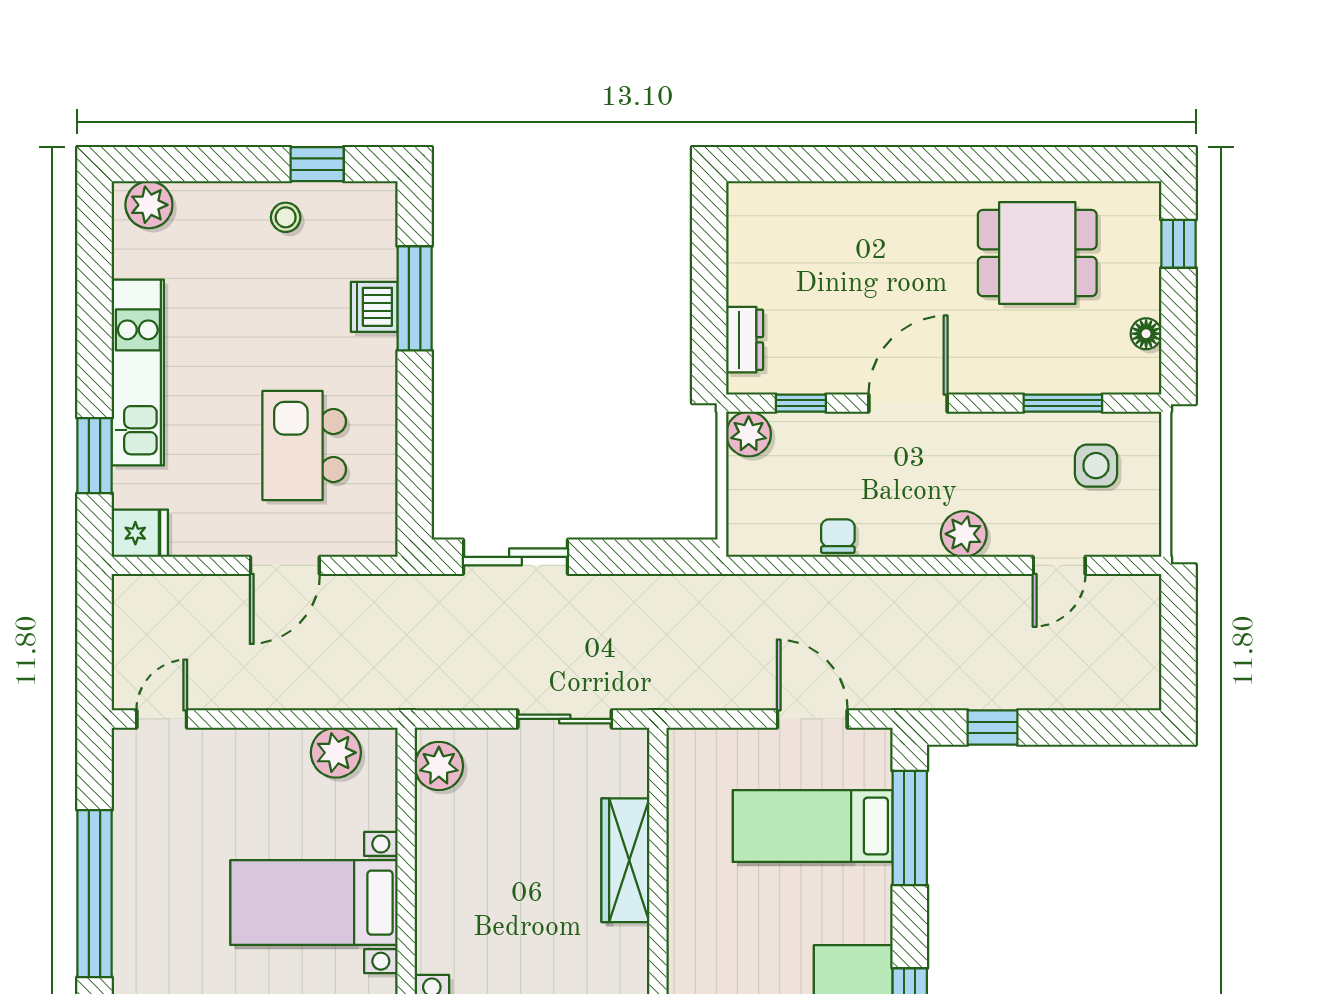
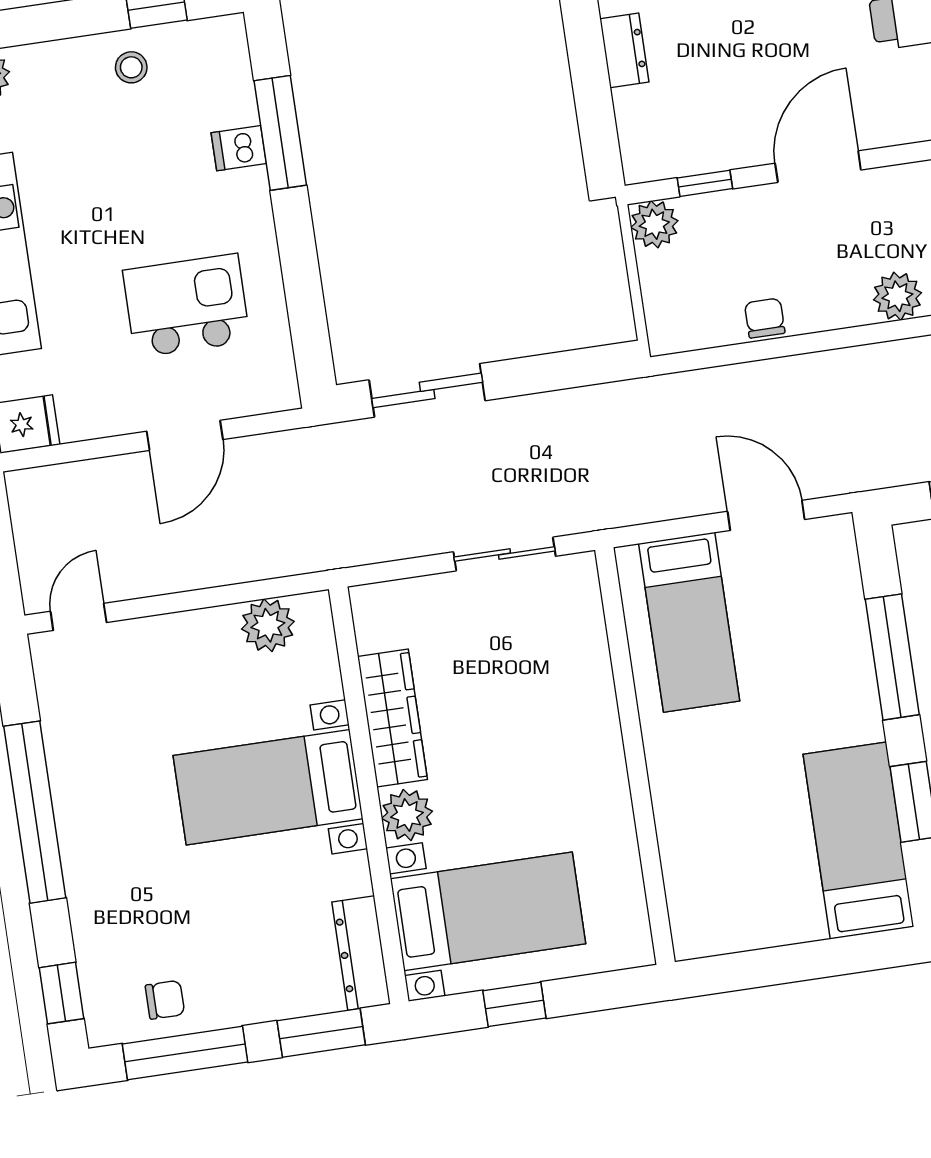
dishwasher: (374, 307) -> (239, 148), width x0.73
dresser: (745, 340) -> (624, 50), moved
kitchen island: (304, 446) -> (186, 306), turned 90
plant: (439, 766) -> (407, 815), moved
bed: (813, 826) -> (689, 622), moved, turned -90
window: (910, 828) -> (892, 657), moved
wardrobe: (625, 860) -> (392, 718), moved, turned 180

